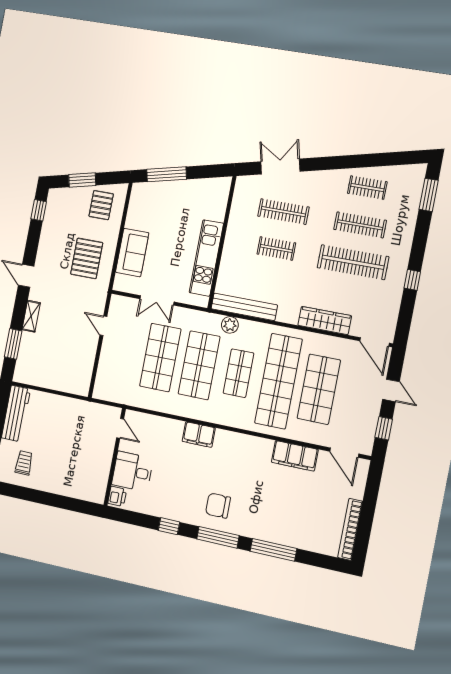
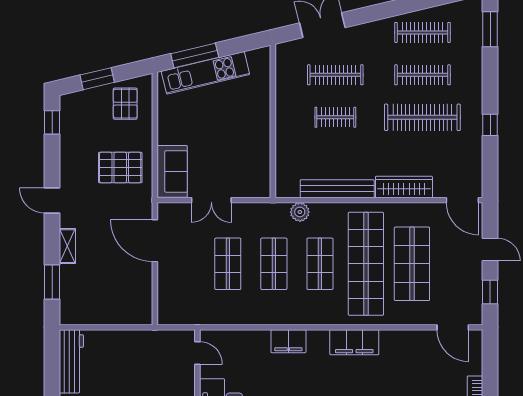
clothes rail: (367, 188) -> (422, 32), width x1.36
sofa: (132, 253) -> (172, 171), moved
pallet: (87, 258) -> (120, 168), turned 90
kitchen unit: (206, 258) -> (205, 73), moved, turned -103
bench: (244, 307) -> (337, 189), moved
door: (103, 326) -> (155, 241), width x1.87
shop shelf: (160, 357) -> (228, 264), width x0.70, depth x0.74
shop shelf: (199, 365) -> (274, 264), width x0.70, depth x0.74
filing cabinet: (295, 456) -> (354, 342), moved

